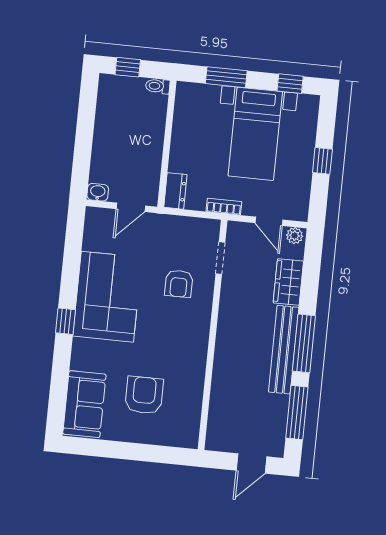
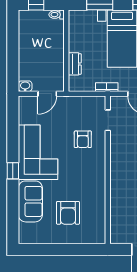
dresser: (175, 191) -> (75, 64), moved
armchair: (144, 395) -> (68, 213), turned 180
sofa: (84, 404) -> (30, 201), moved

